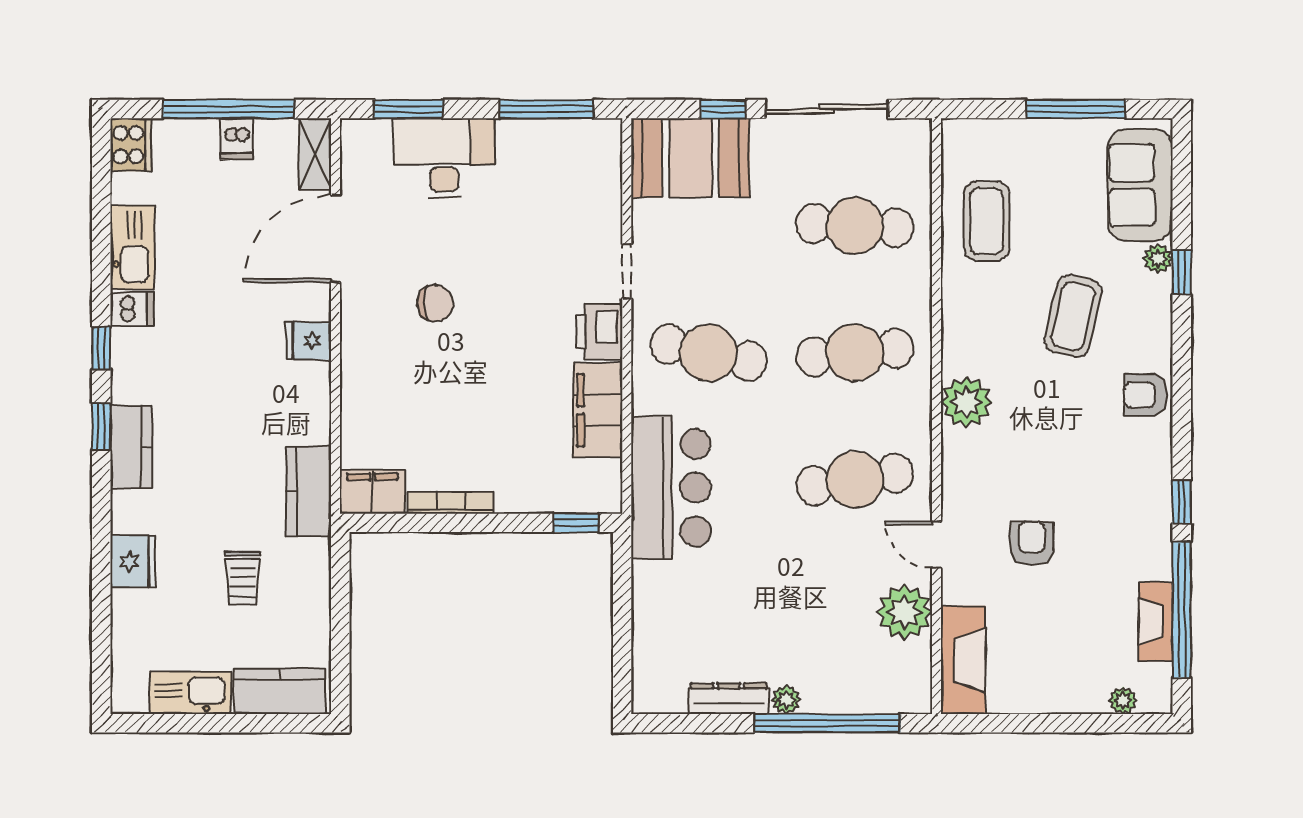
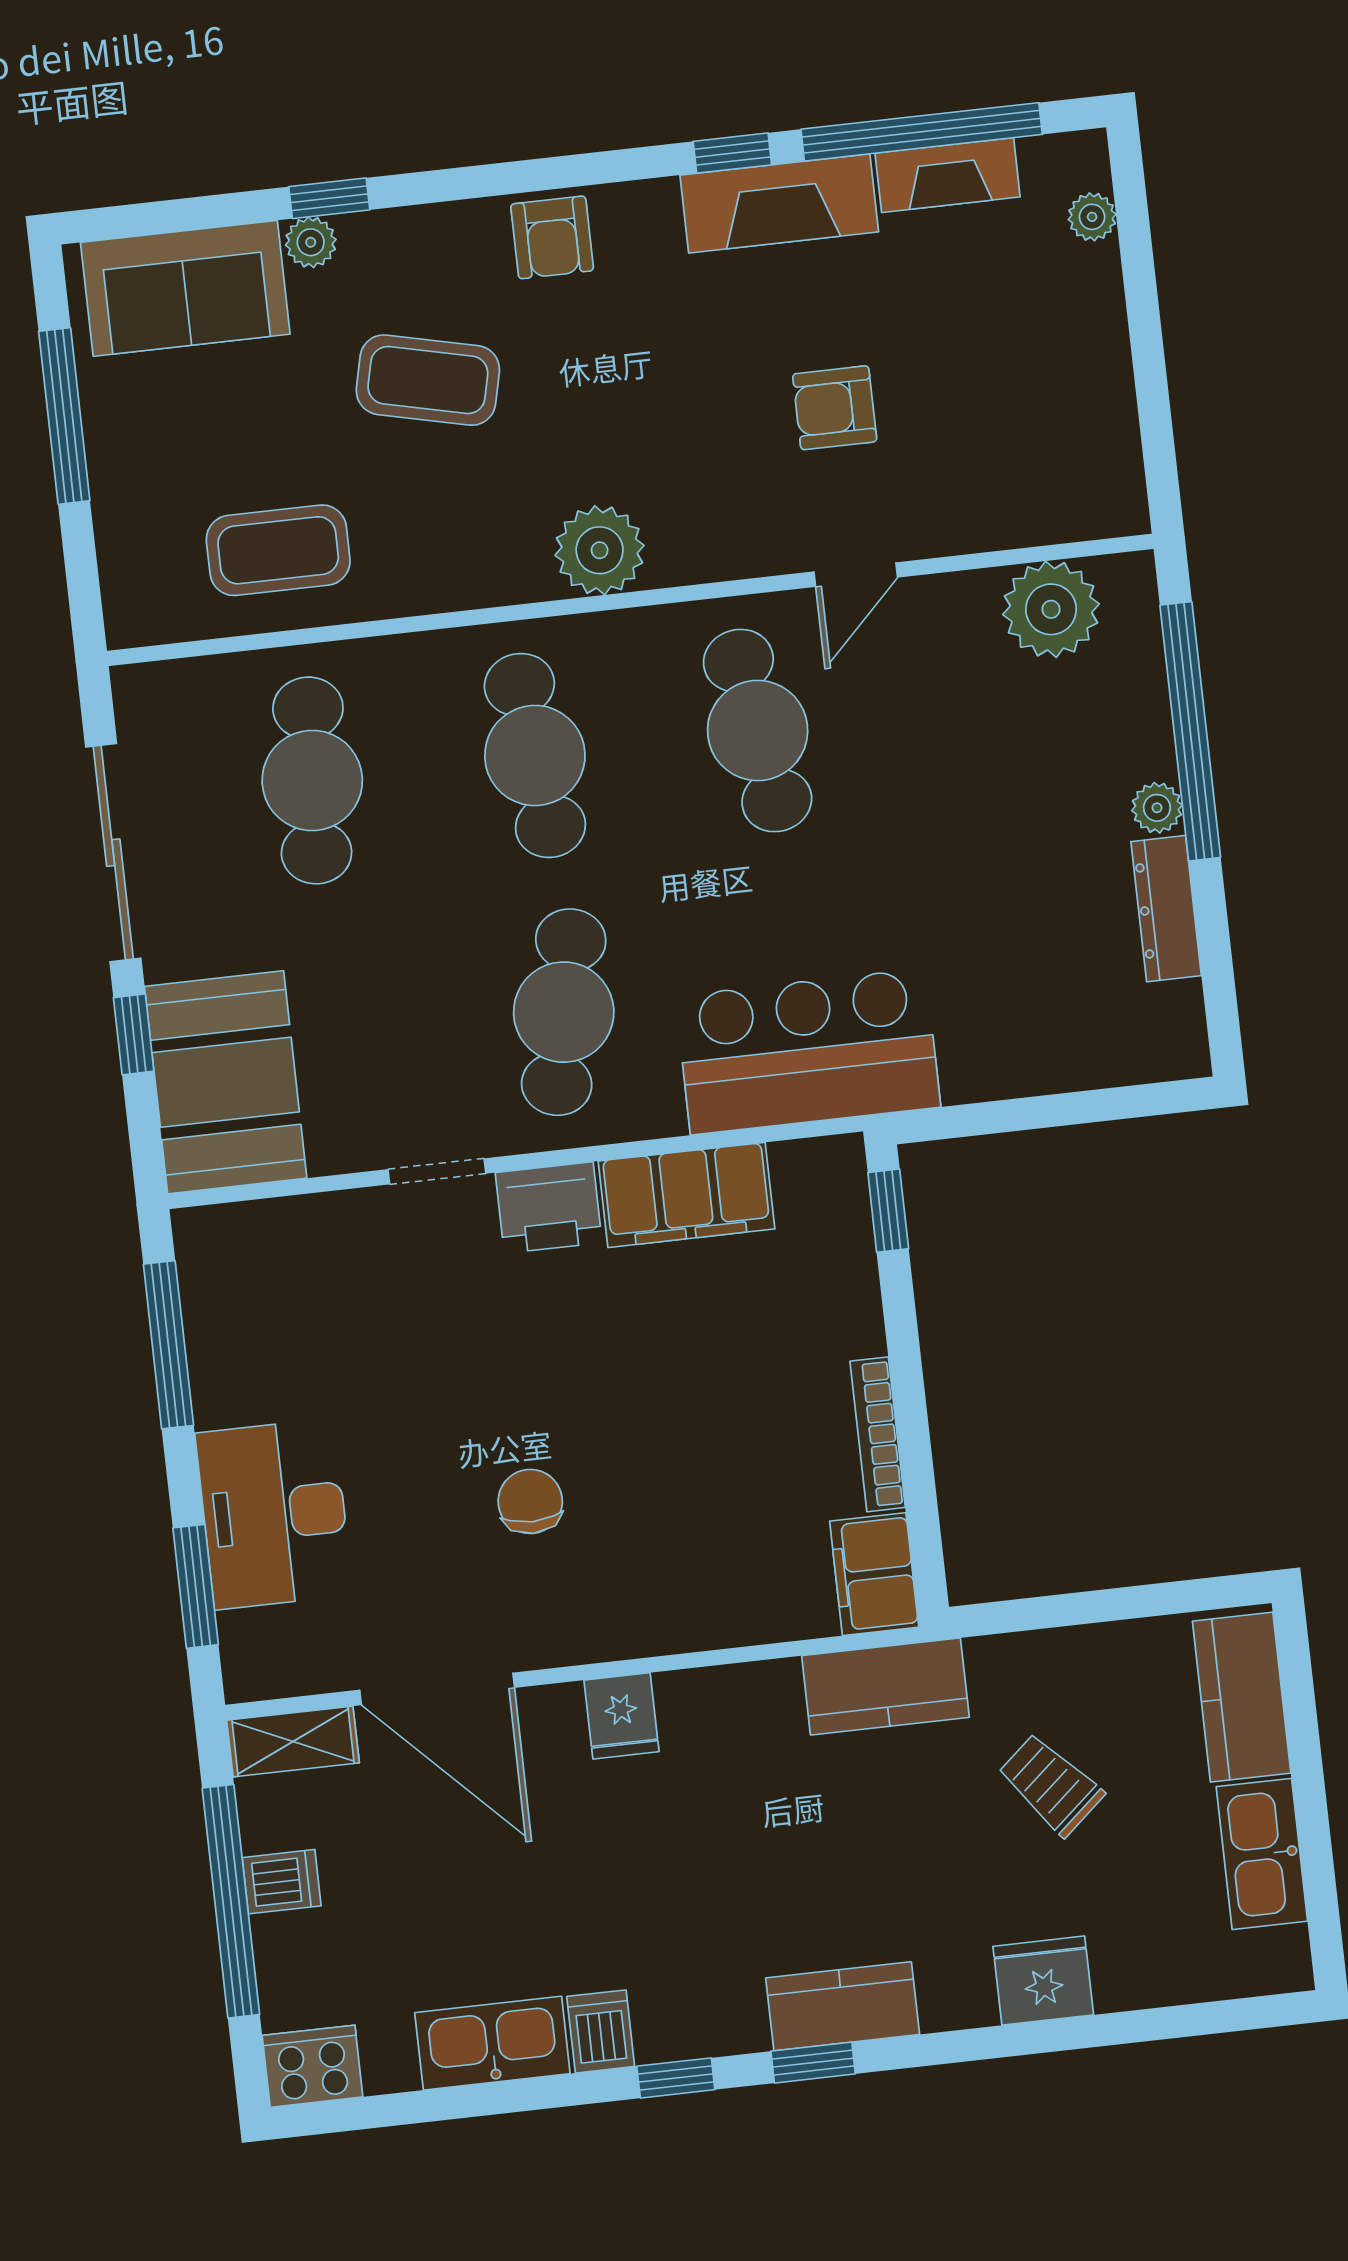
trolley: (243, 578) -> (1051, 1785), turned -131
plant: (905, 612) -> (1051, 609), moved
fireplace: (963, 660) -> (779, 204), moved, turned 180

